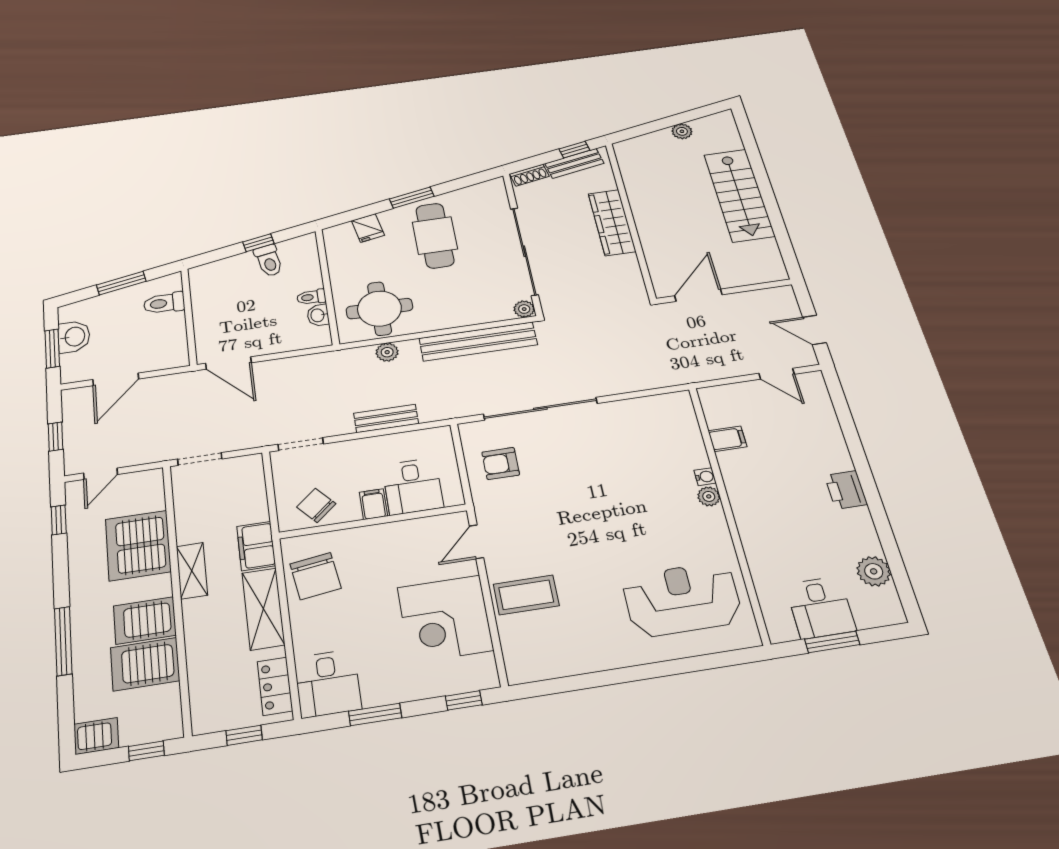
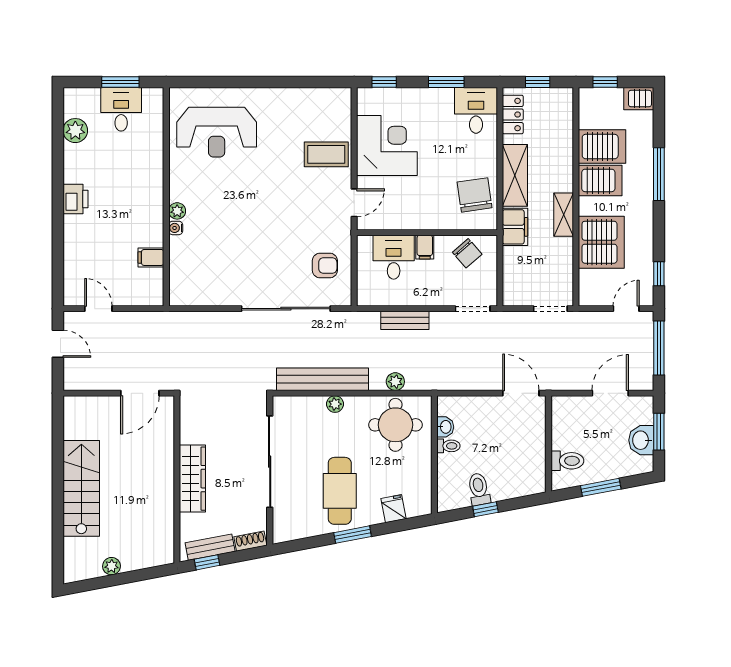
plant: (524, 309) -> (335, 404), moved
window: (56, 437) -> (659, 348), width x2.17

